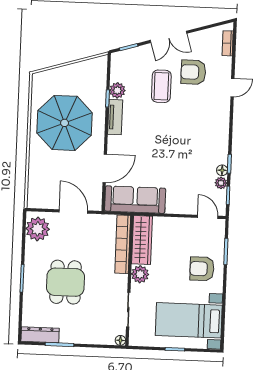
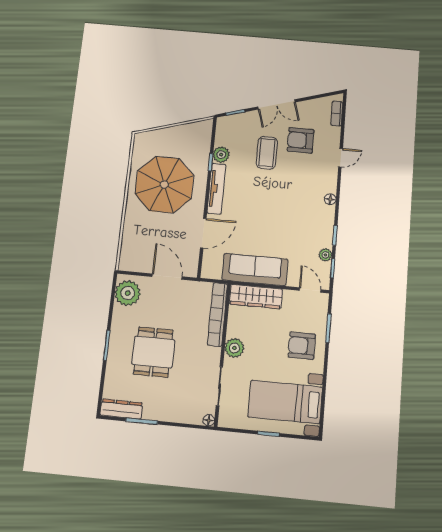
tv unit: (115, 117) -> (216, 189), width x1.41
floor lamp: (222, 170) -> (330, 199), moved
sofa: (135, 200) -> (255, 270), moved
wardrobe: (142, 240) -> (256, 297), moved, turned 90

